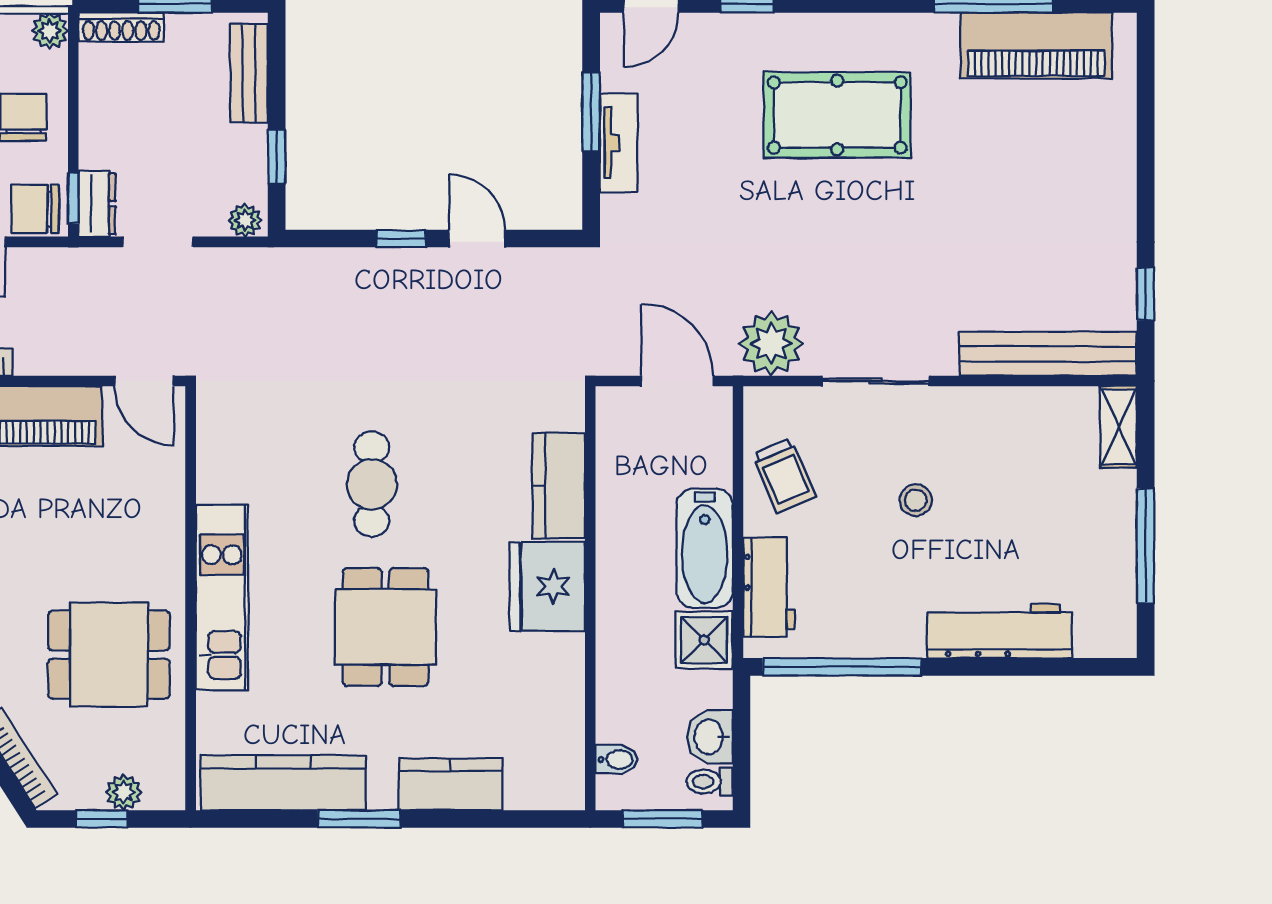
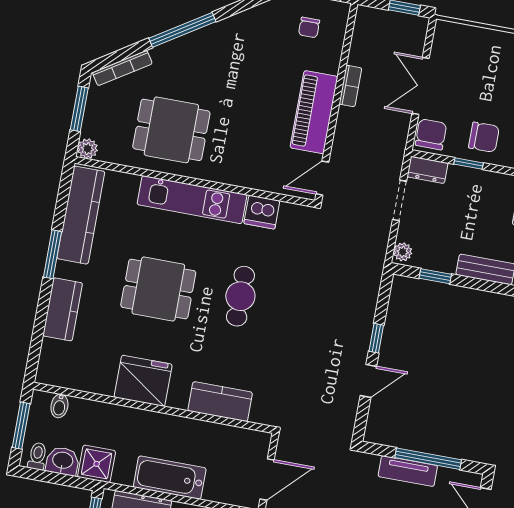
window: (591, 112) -> (428, 459), width x1.44
window: (73, 198) -> (469, 164), moved
dishwasher: (221, 474) -> (262, 212), added
cafe table: (372, 484) -> (240, 296), turned 90
fridge: (547, 586) -> (143, 381), moved
shower: (704, 640) -> (97, 464), moved
dining table: (109, 655) -> (171, 130), turned 90
plant: (124, 792) -> (87, 149), moved
window: (102, 819) -> (79, 109), width x1.50

